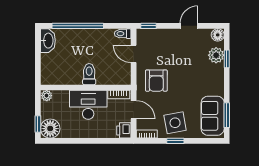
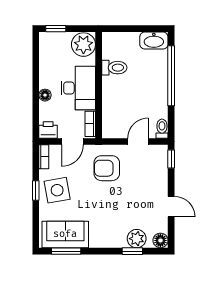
toilet: (89, 74) -> (114, 68), moved
plant: (47, 96) -> (83, 45), width x1.88, depth x1.88
floor lamp: (50, 129) -> (45, 95), moved, width x0.53, depth x0.53

